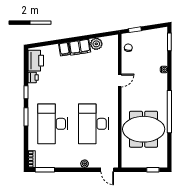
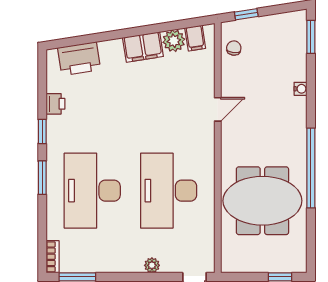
filing cabinet: (64, 49) -> (195, 38), moved
printer: (36, 61) -> (79, 59), moved, turned 81

